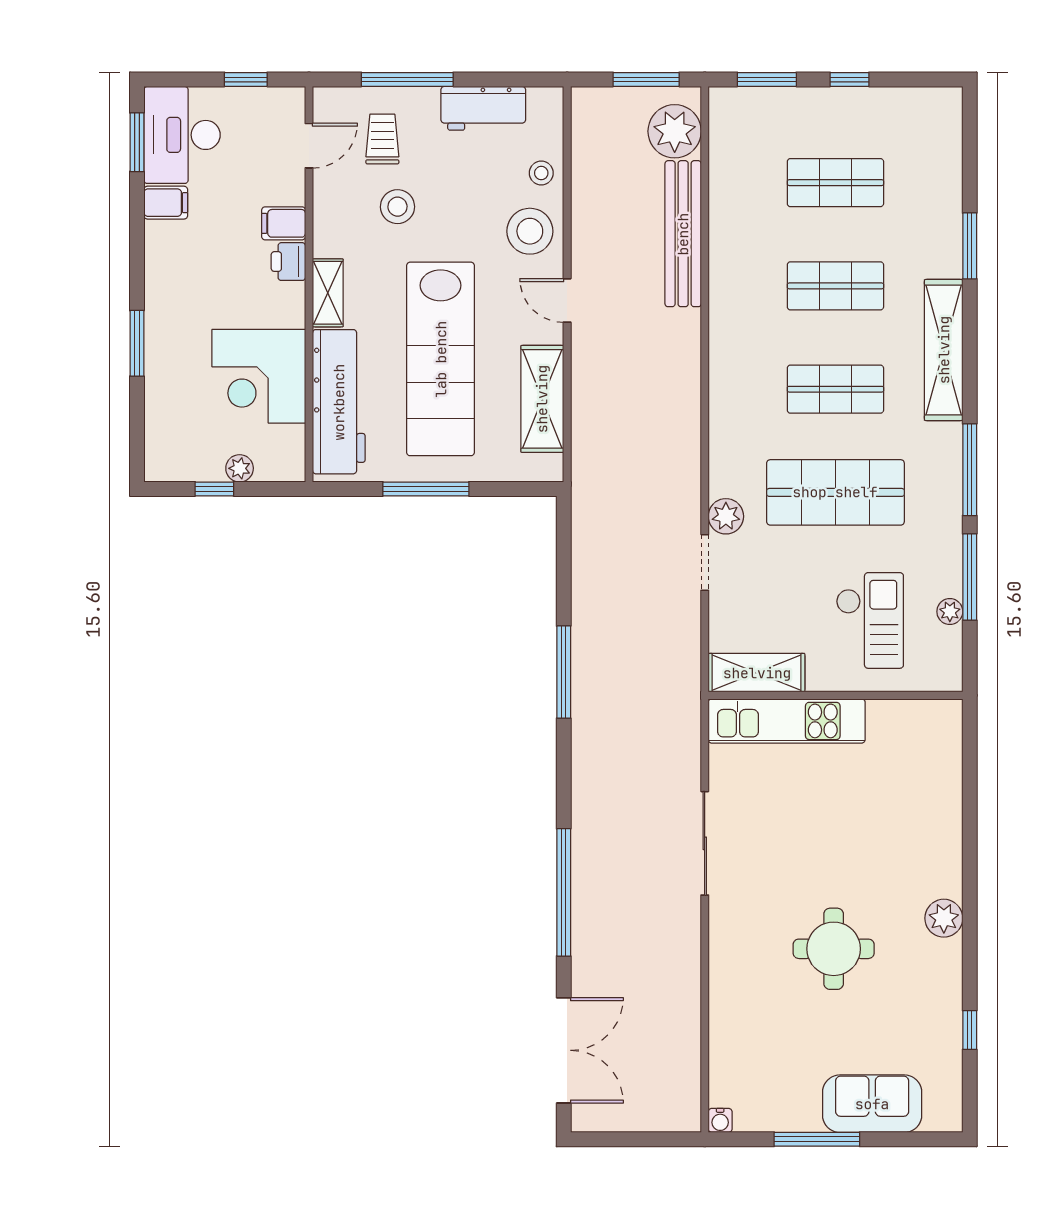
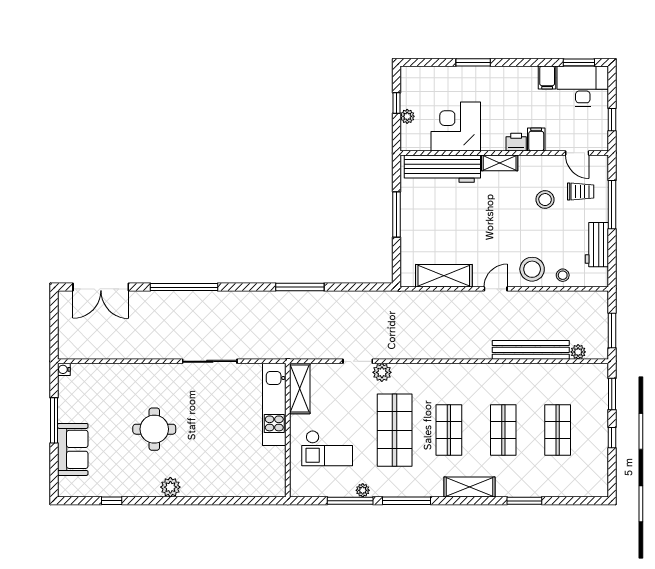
plant: (675, 131) -> (578, 352), width x0.53, depth x0.53
shelving: (944, 350) -> (470, 487), width x0.68
lab bench: (441, 359) -> (465, 222), removed
plant: (950, 612) -> (363, 490), moved

